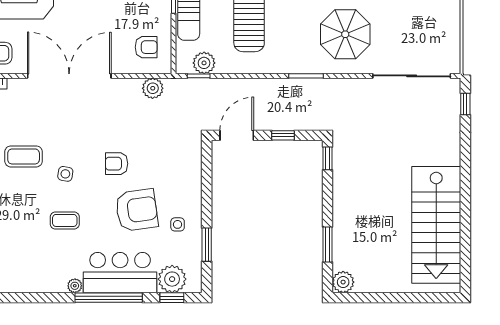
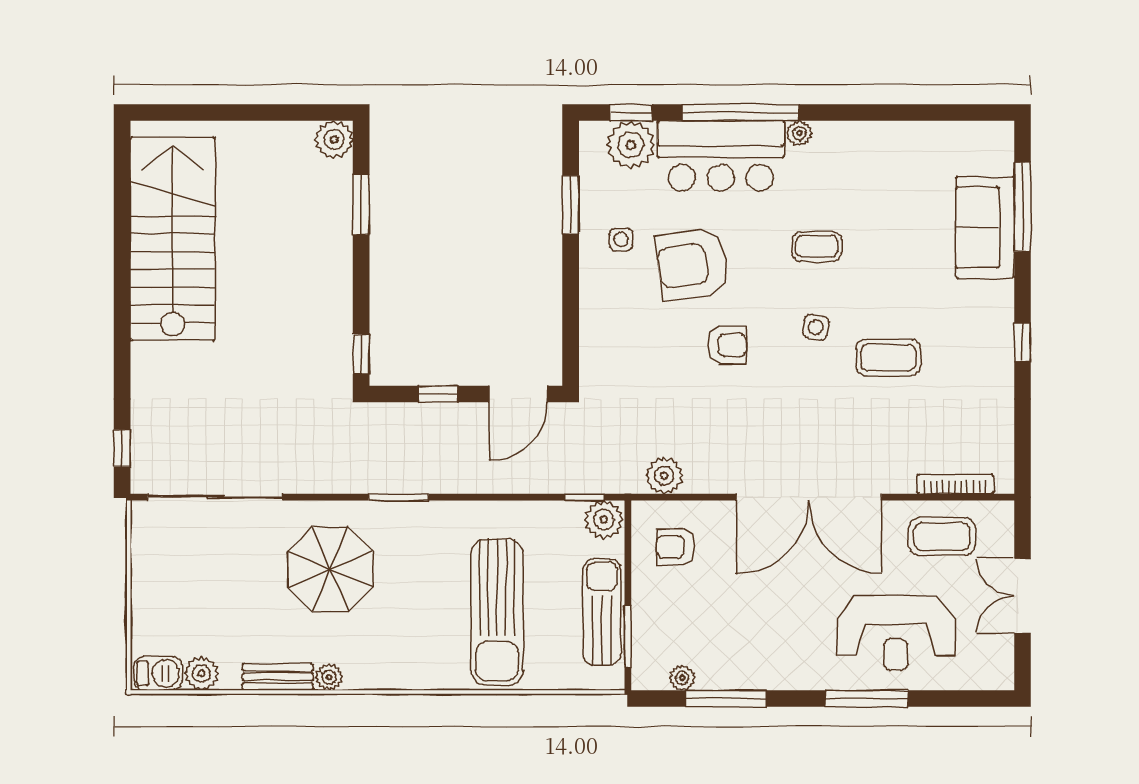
plant: (204, 63) -> (604, 520), moved

